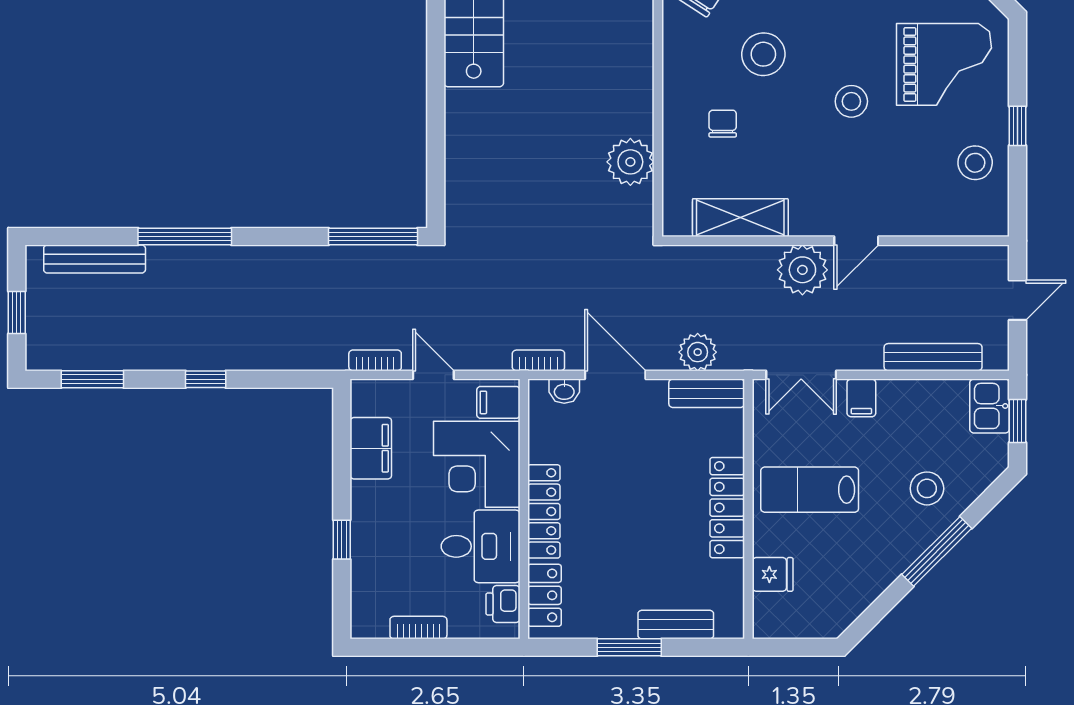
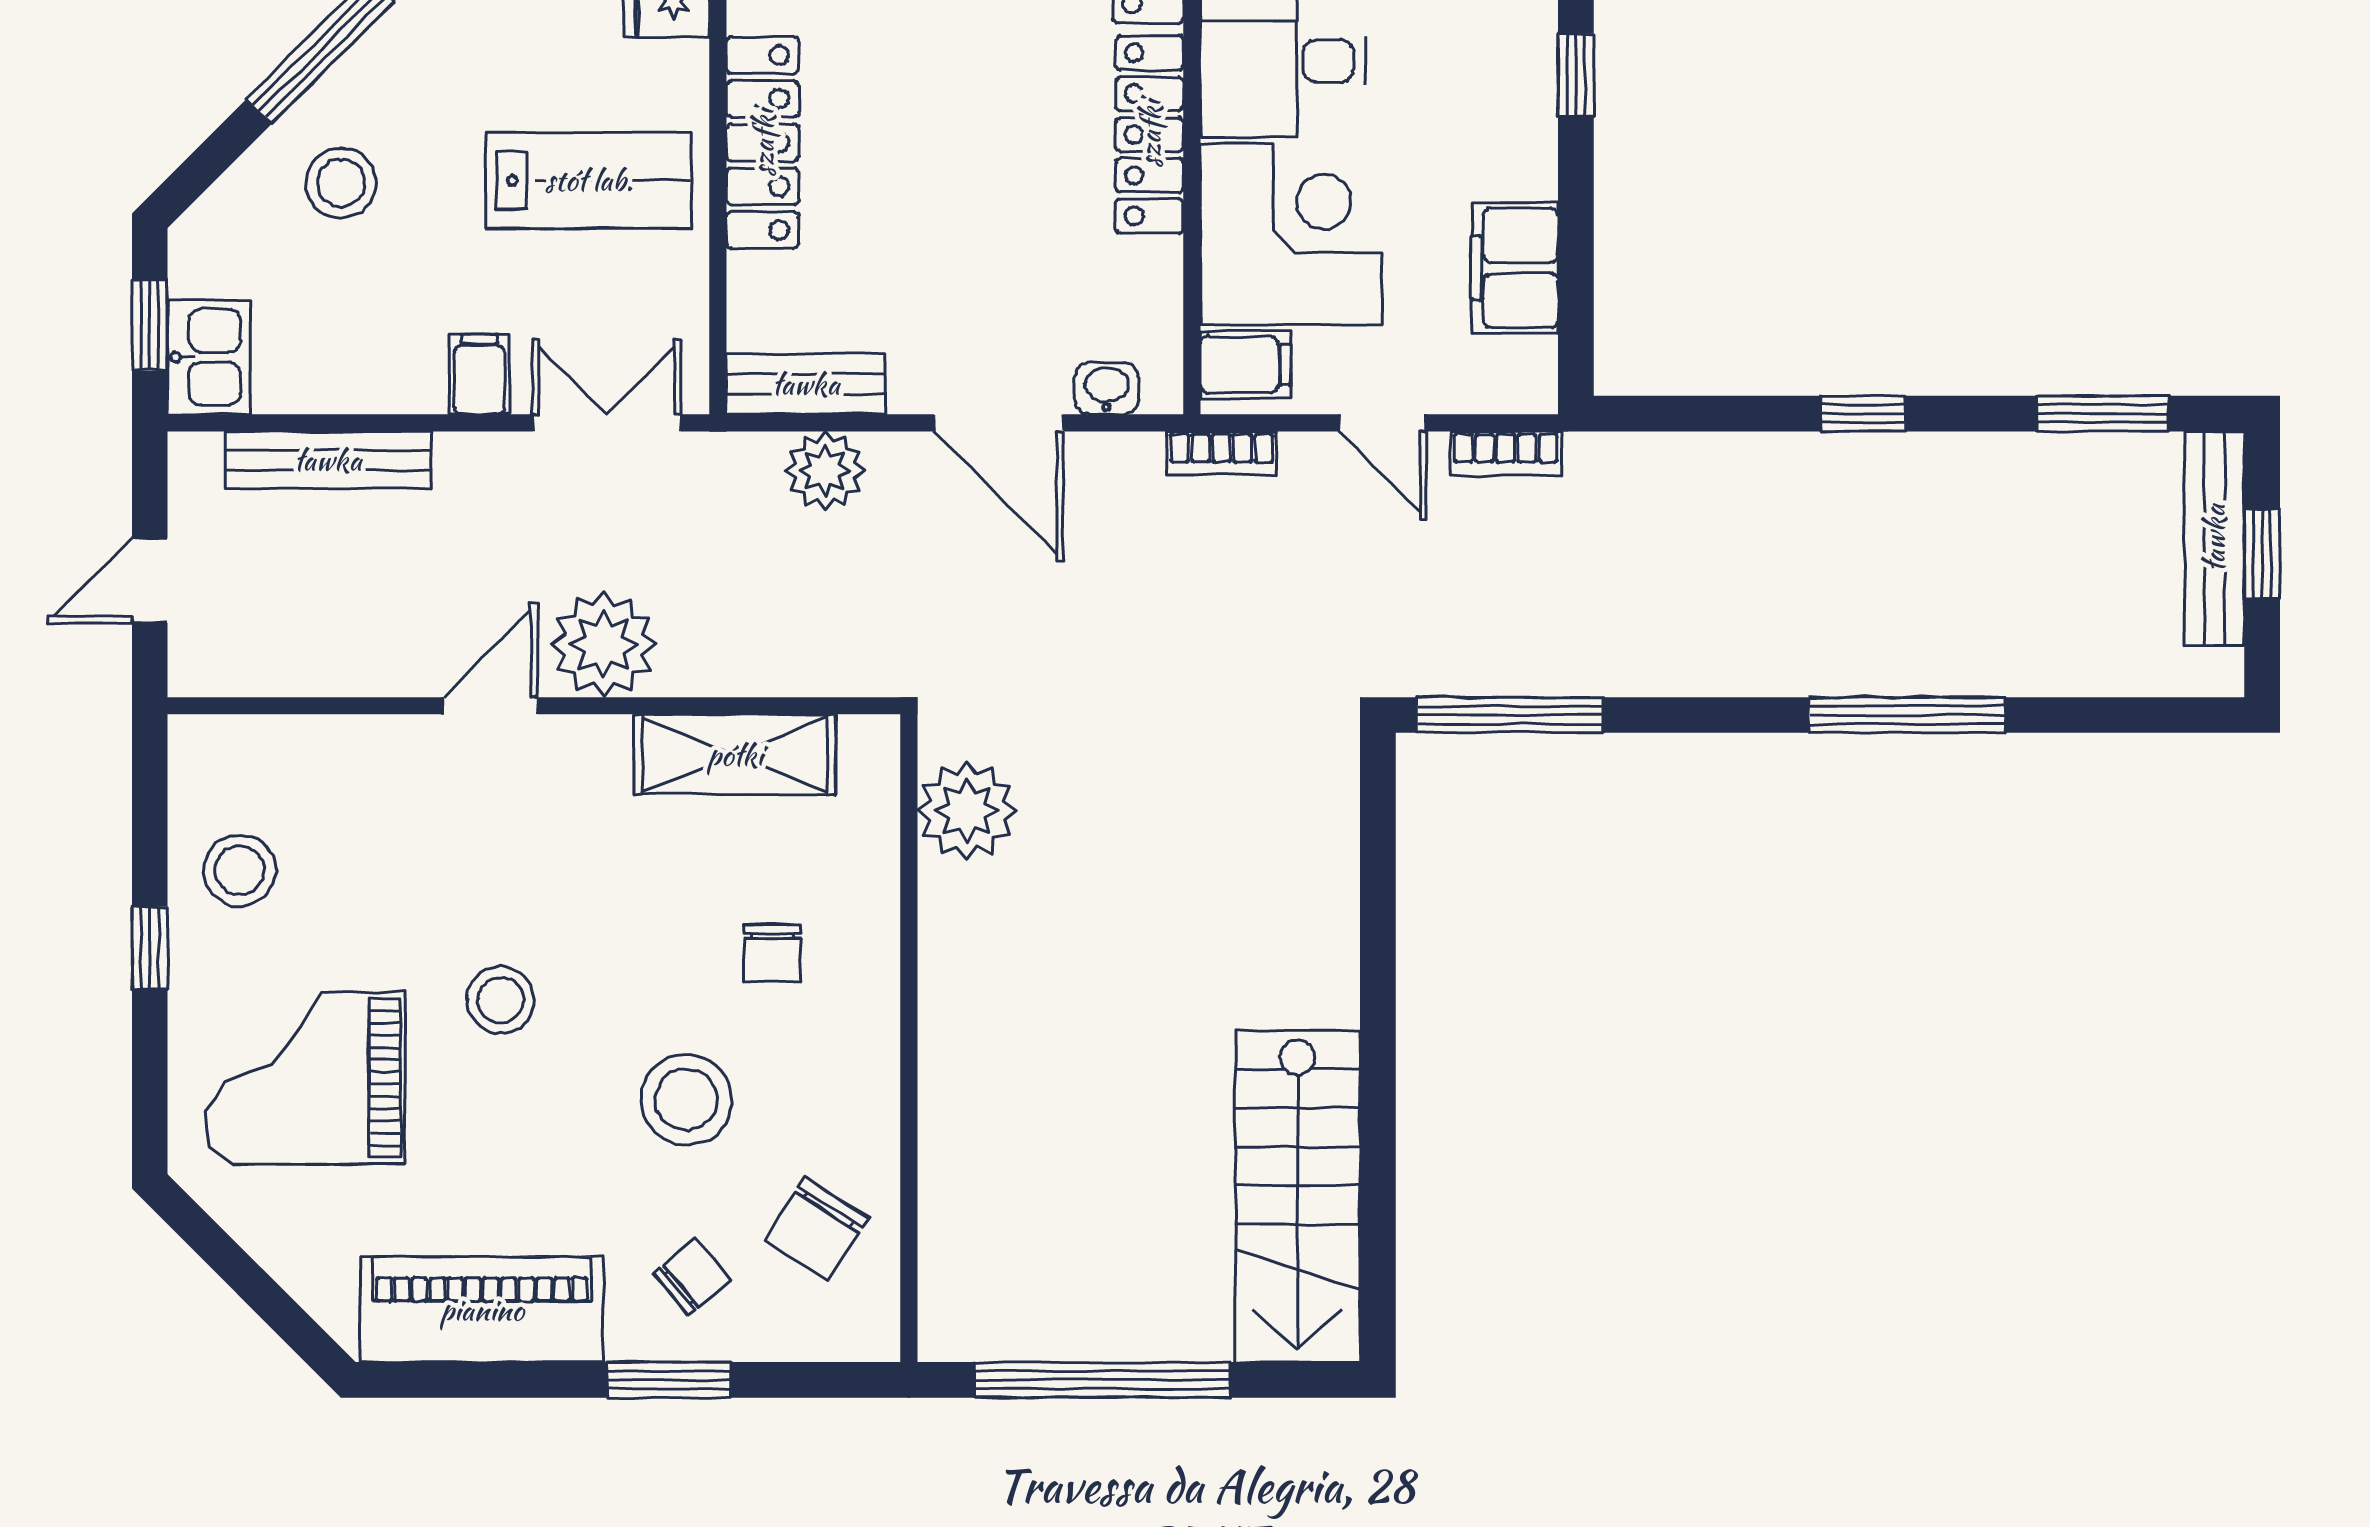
plant: (630, 162) -> (967, 811), moved
bench: (95, 259) -> (2214, 538), moved, turned 90
bookcase: (538, 360) -> (1222, 453), moved

